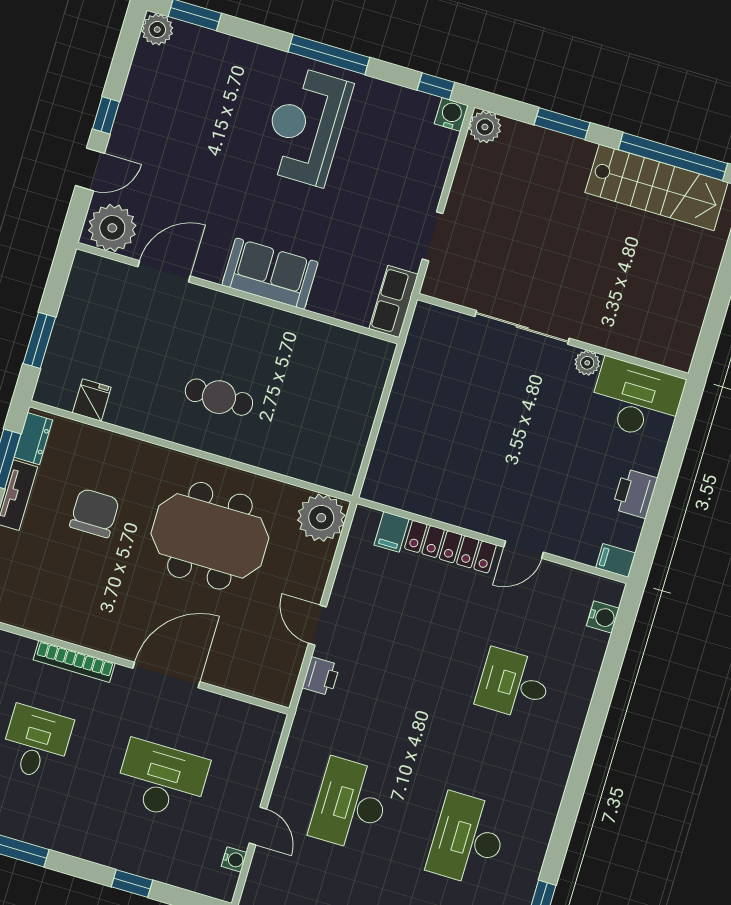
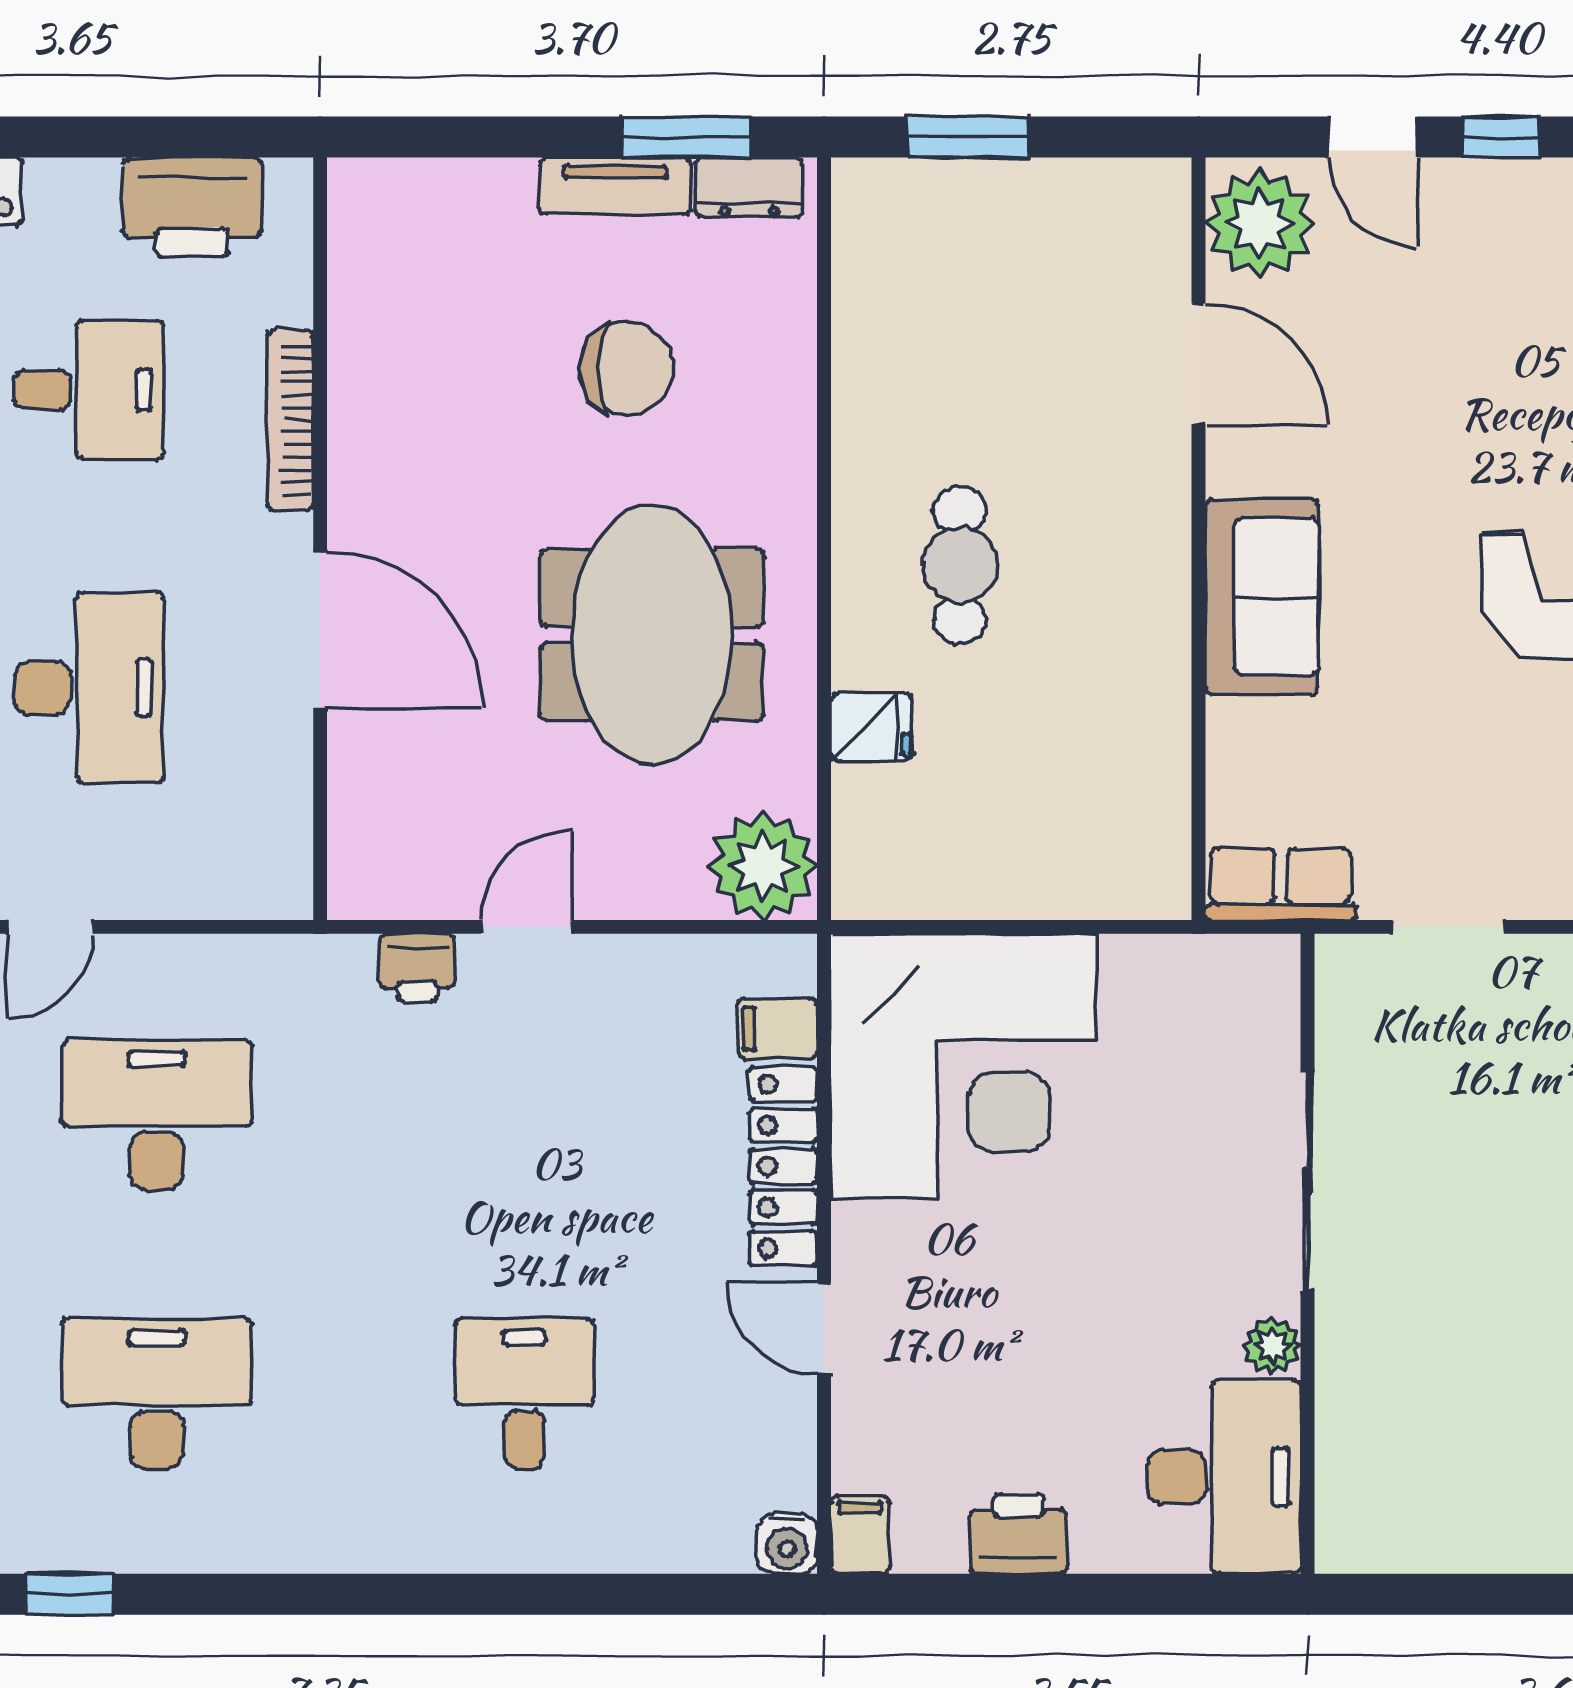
fridge: (92, 400) -> (871, 727), moved
corner desk: (431, 458) -> (964, 1067), added
water cooler: (603, 617) -> (787, 1544), moved

